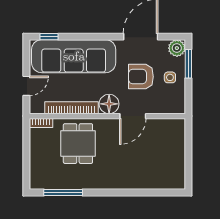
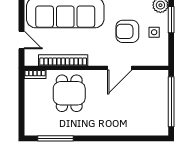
door: (26, 86) -> (22, 40), hinge flipped
floor lamp: (109, 104) -> (98, 57), removed
window: (188, 153) -> (171, 102), added

